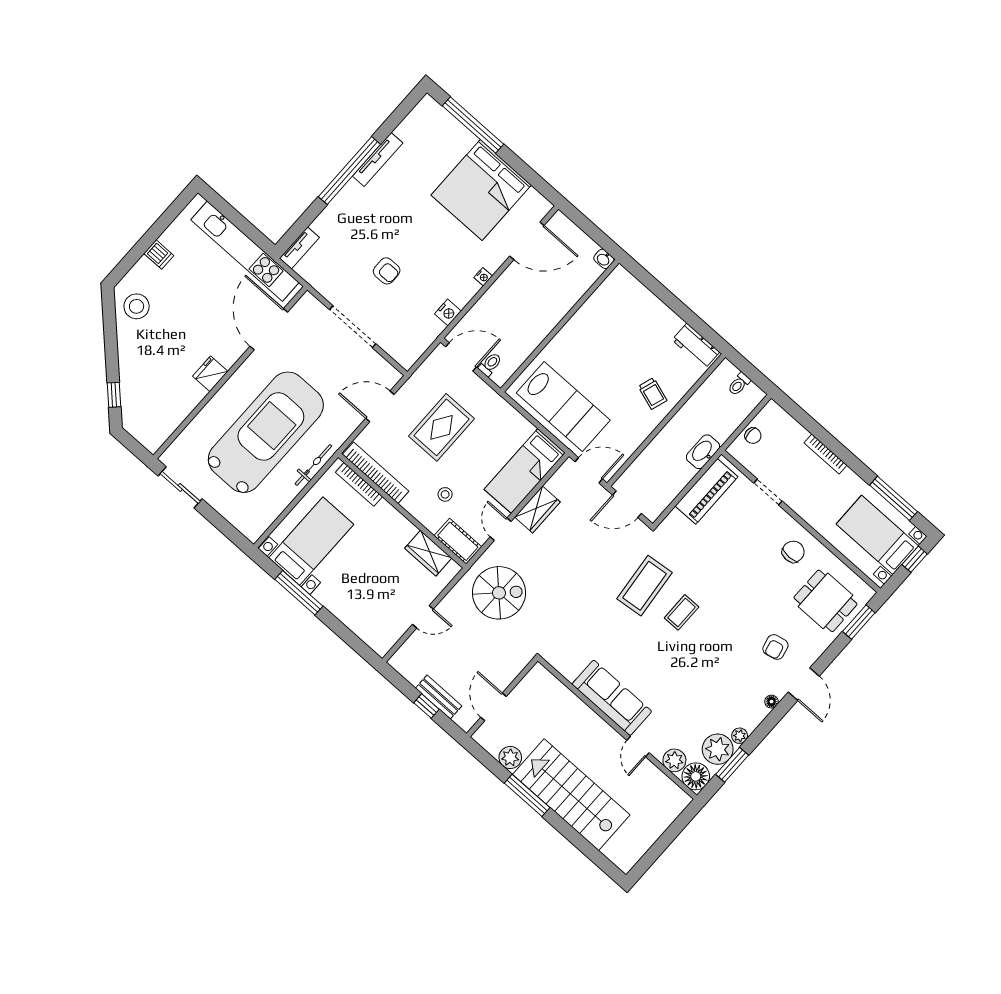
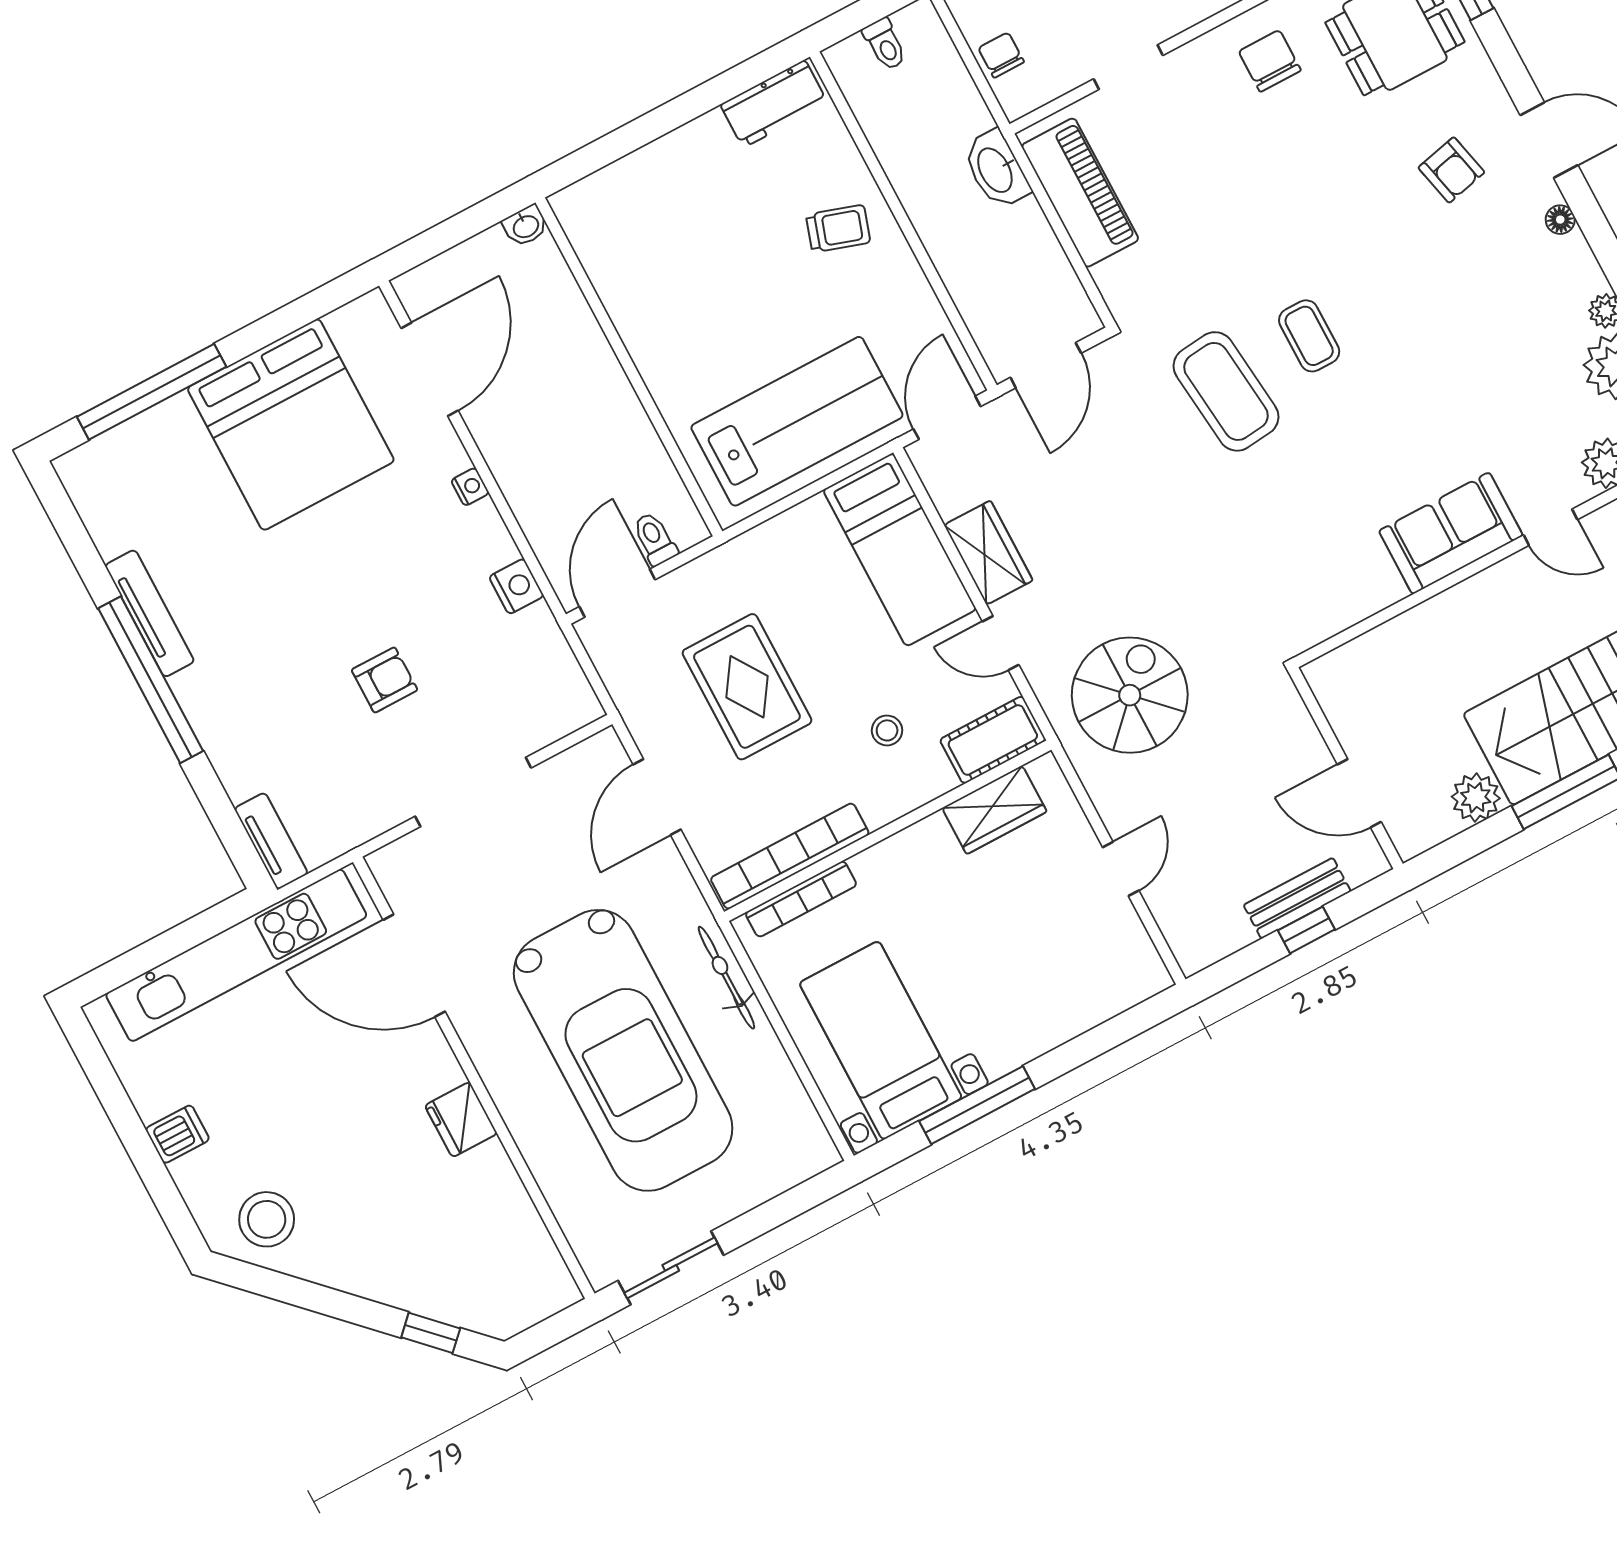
car: (266, 432) -> (623, 1050), turned 180
chair: (753, 436) -> (1001, 55), turned -90
sofa: (612, 698) -> (1451, 533), width x0.73

